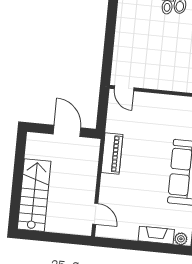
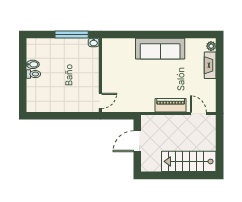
piano: (112, 153) -> (171, 105), moved
door: (95, 214) -> (198, 113), hinge flipped

